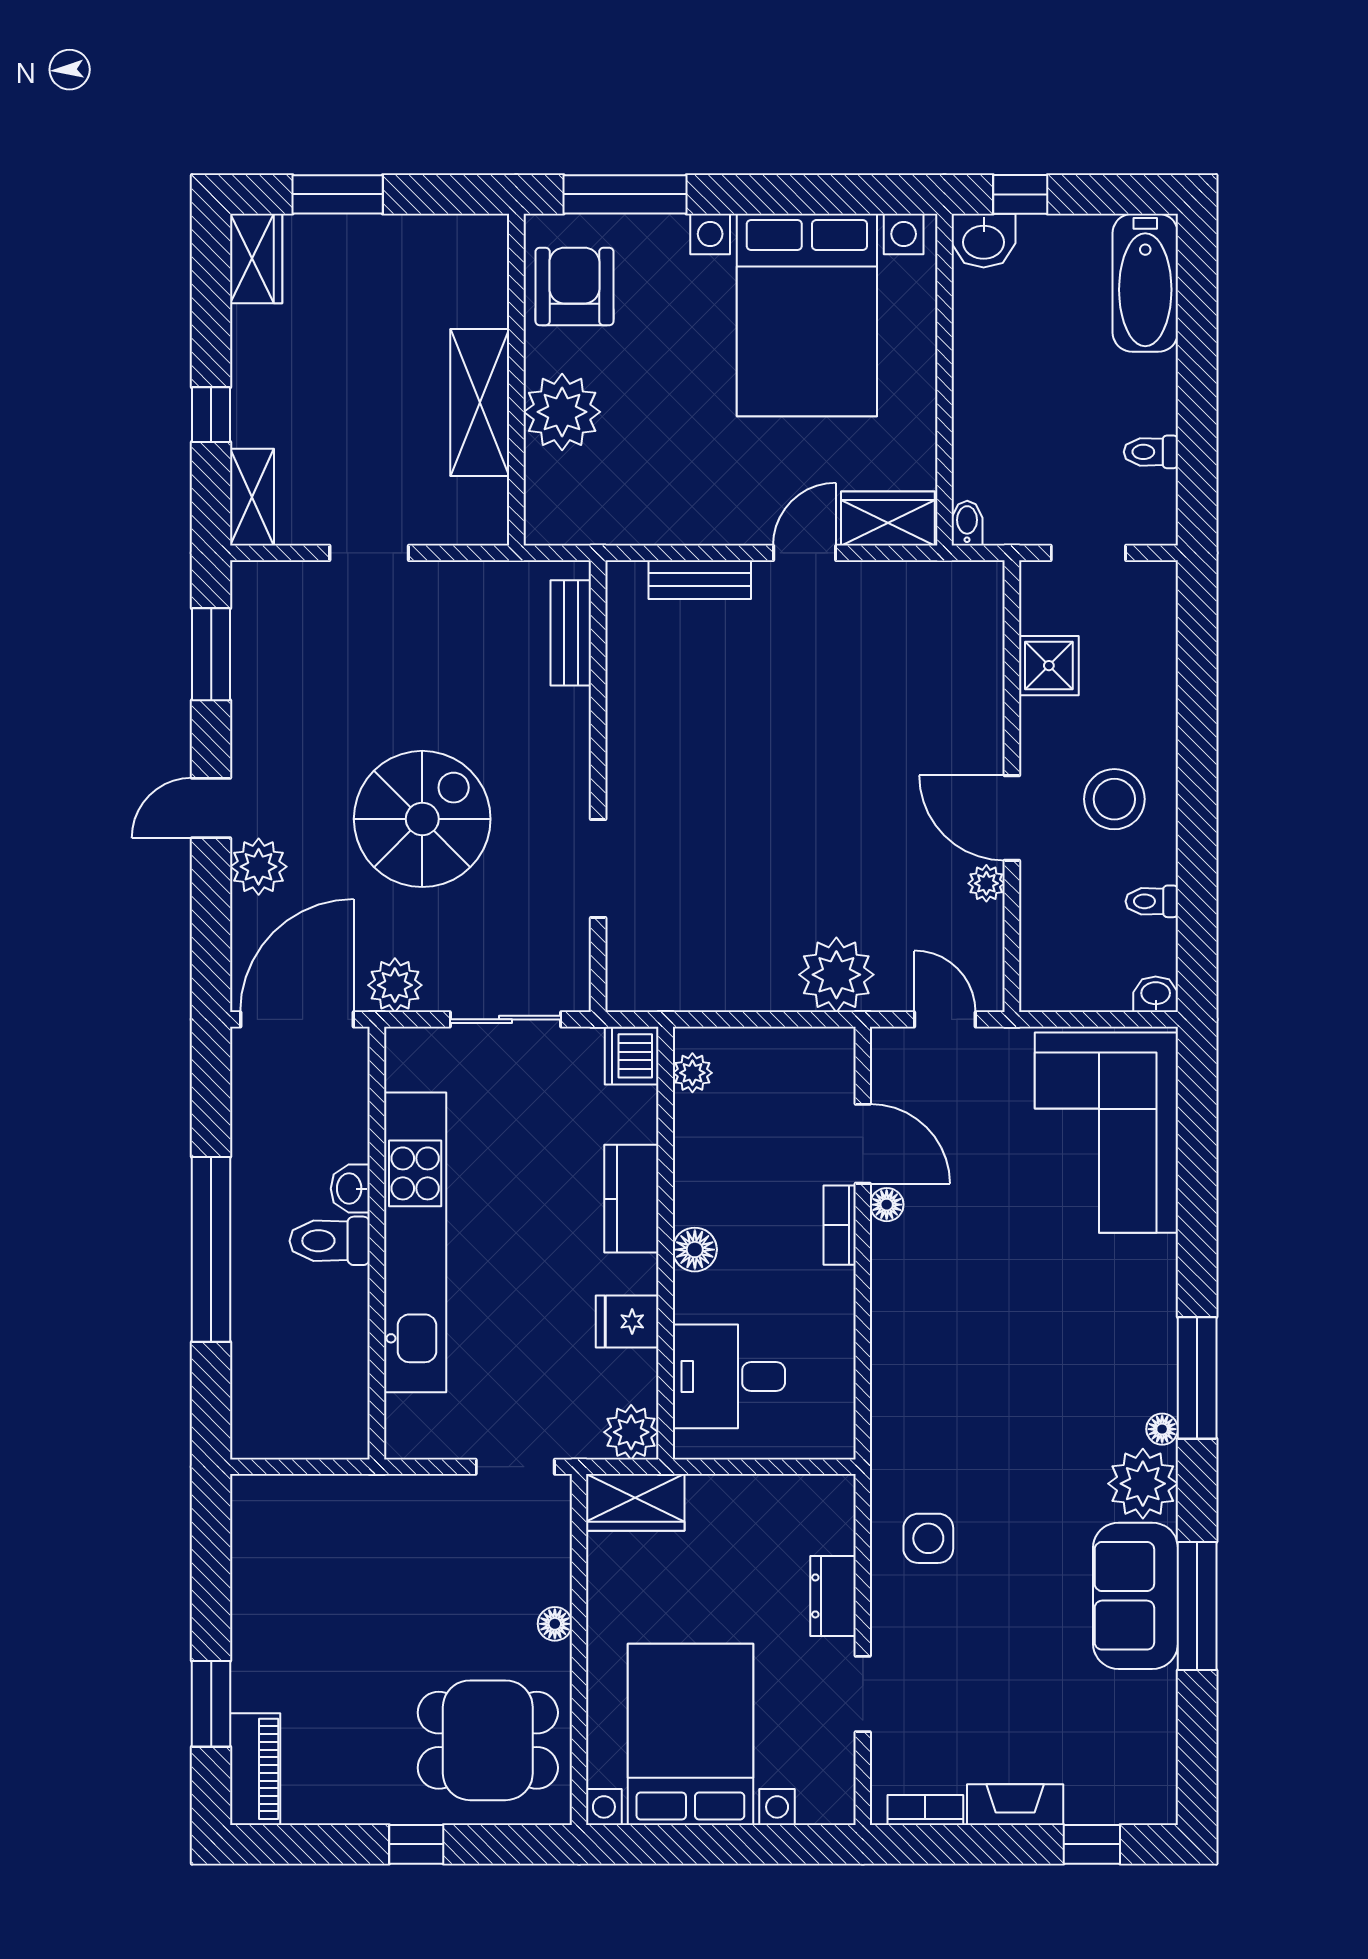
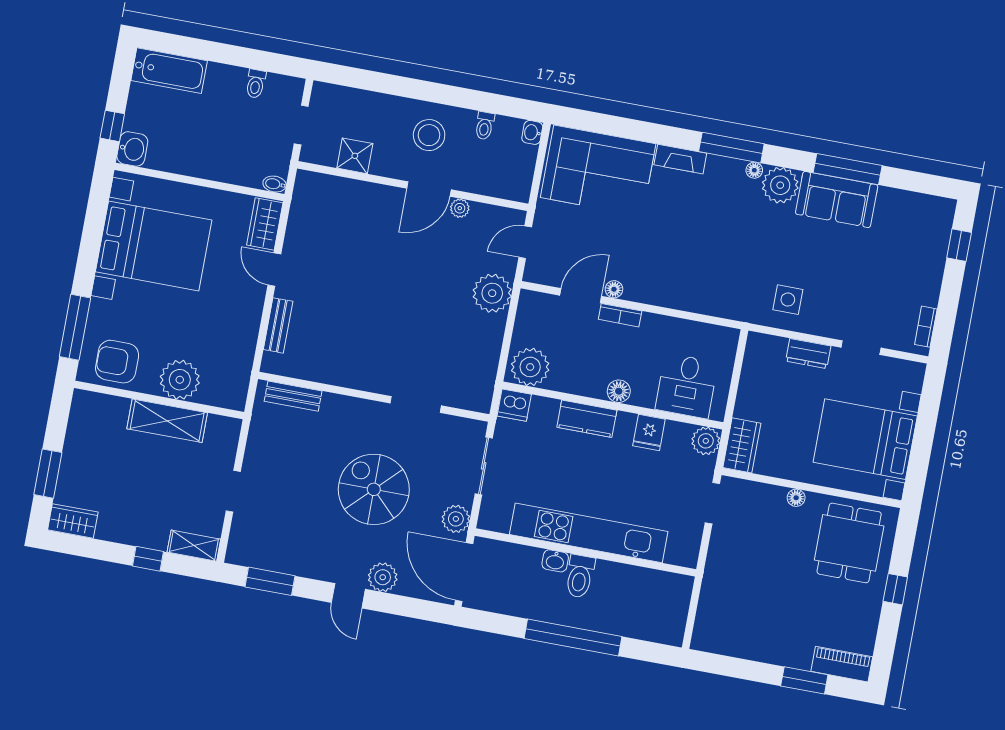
plant: (692, 1073) -> (530, 367), width x1.88, depth x1.88
fireplace: (1015, 1805) -> (680, 159), moved, turned -90

